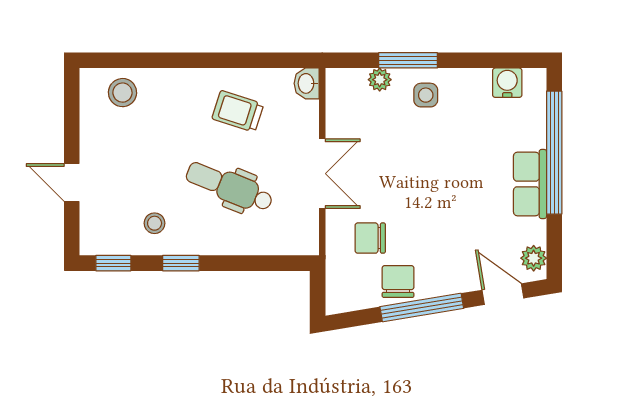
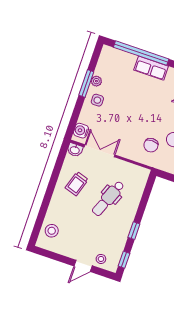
window: (408, 60) -> (86, 84), moved
plant: (380, 80) -> (96, 81), moved
water cooler: (507, 83) -> (81, 131), moved
double door: (322, 174) -> (100, 151), moved
stool: (155, 223) -> (101, 259), moved

